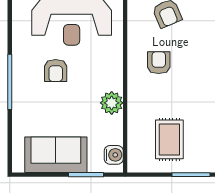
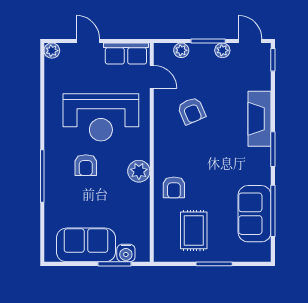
armchair: (159, 63) -> (174, 187), moved, turned 180
plant: (112, 103) -> (139, 171), moved
water cooler: (114, 155) -> (126, 253), moved, turned 90

